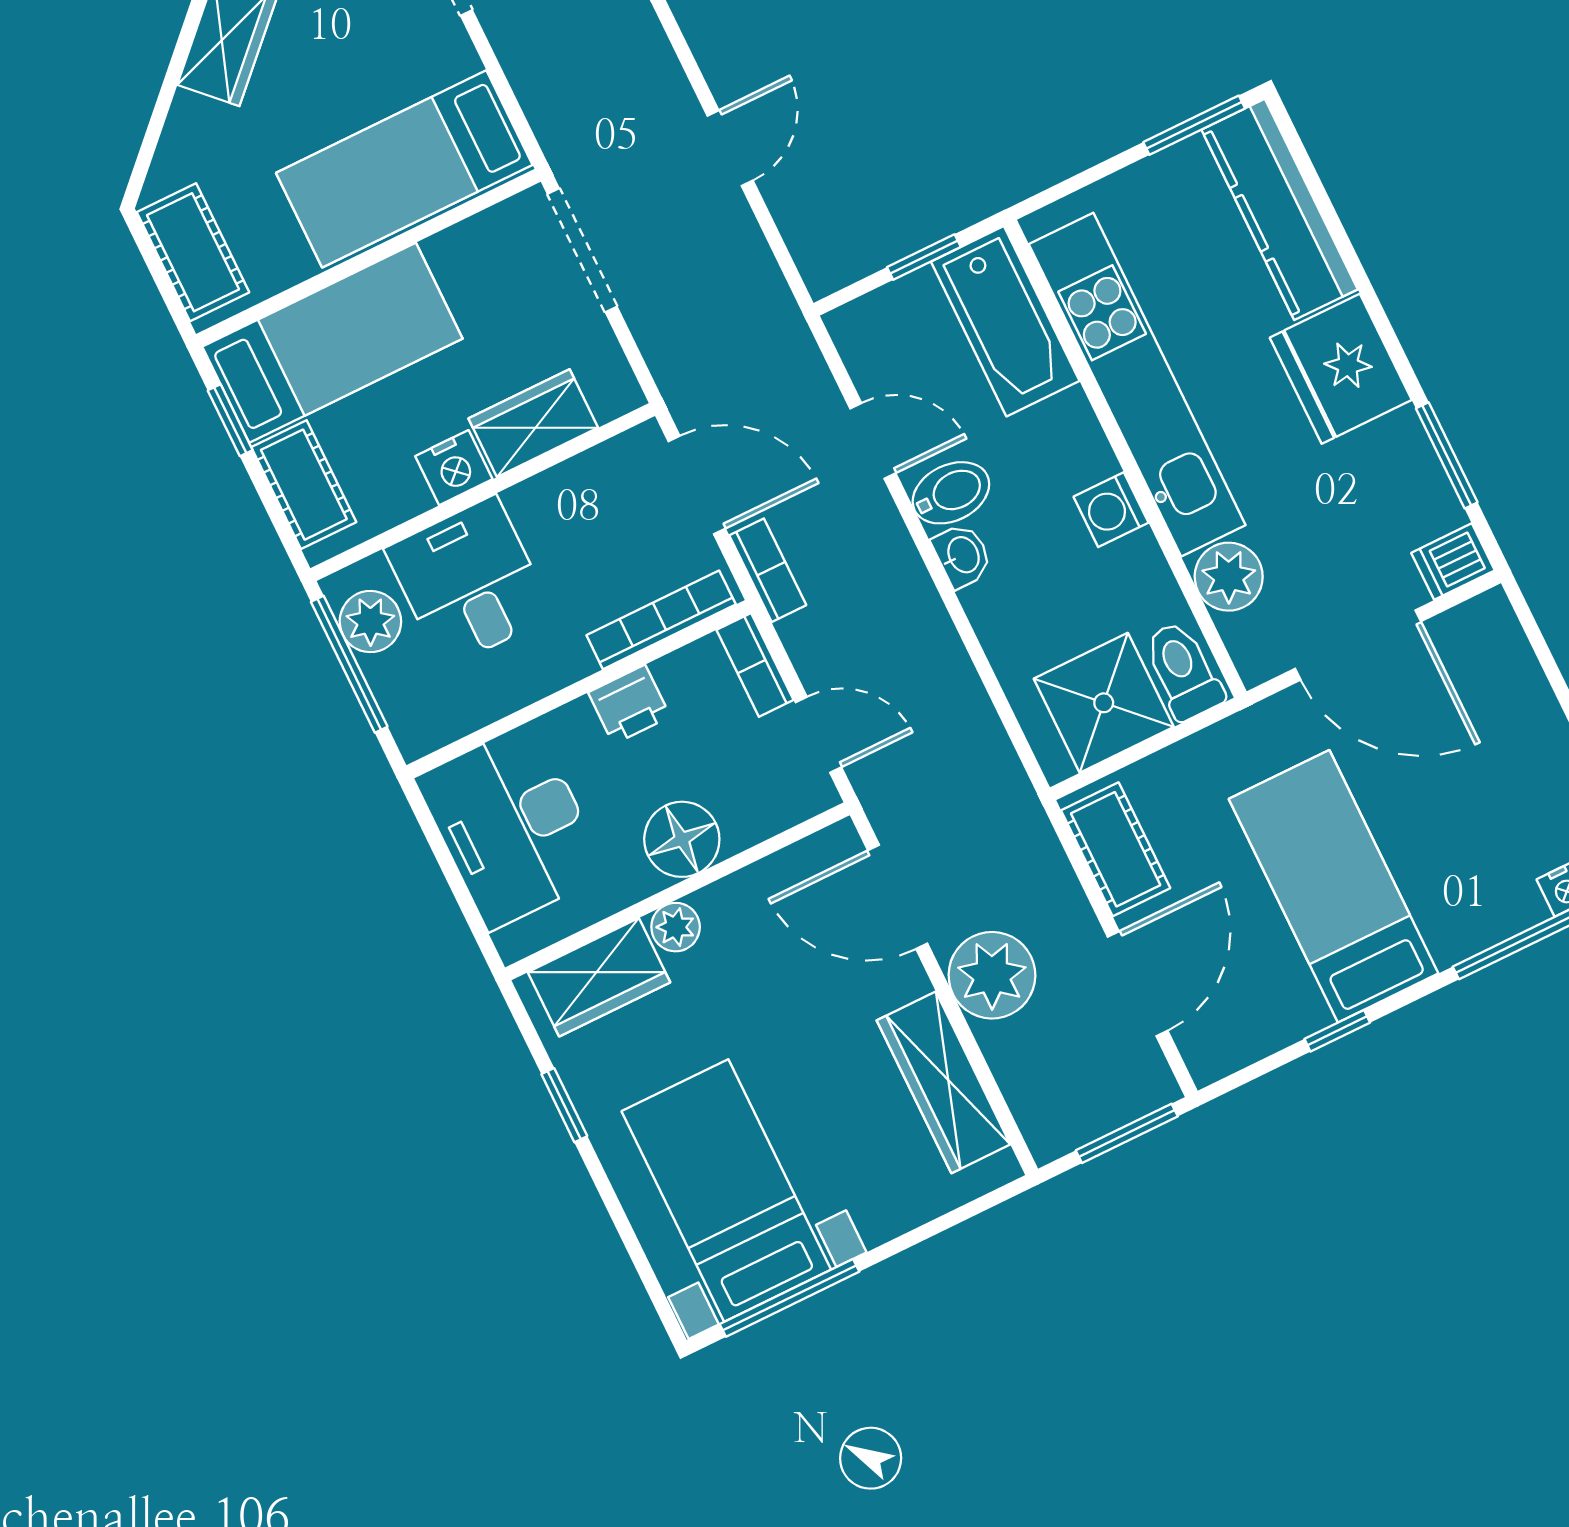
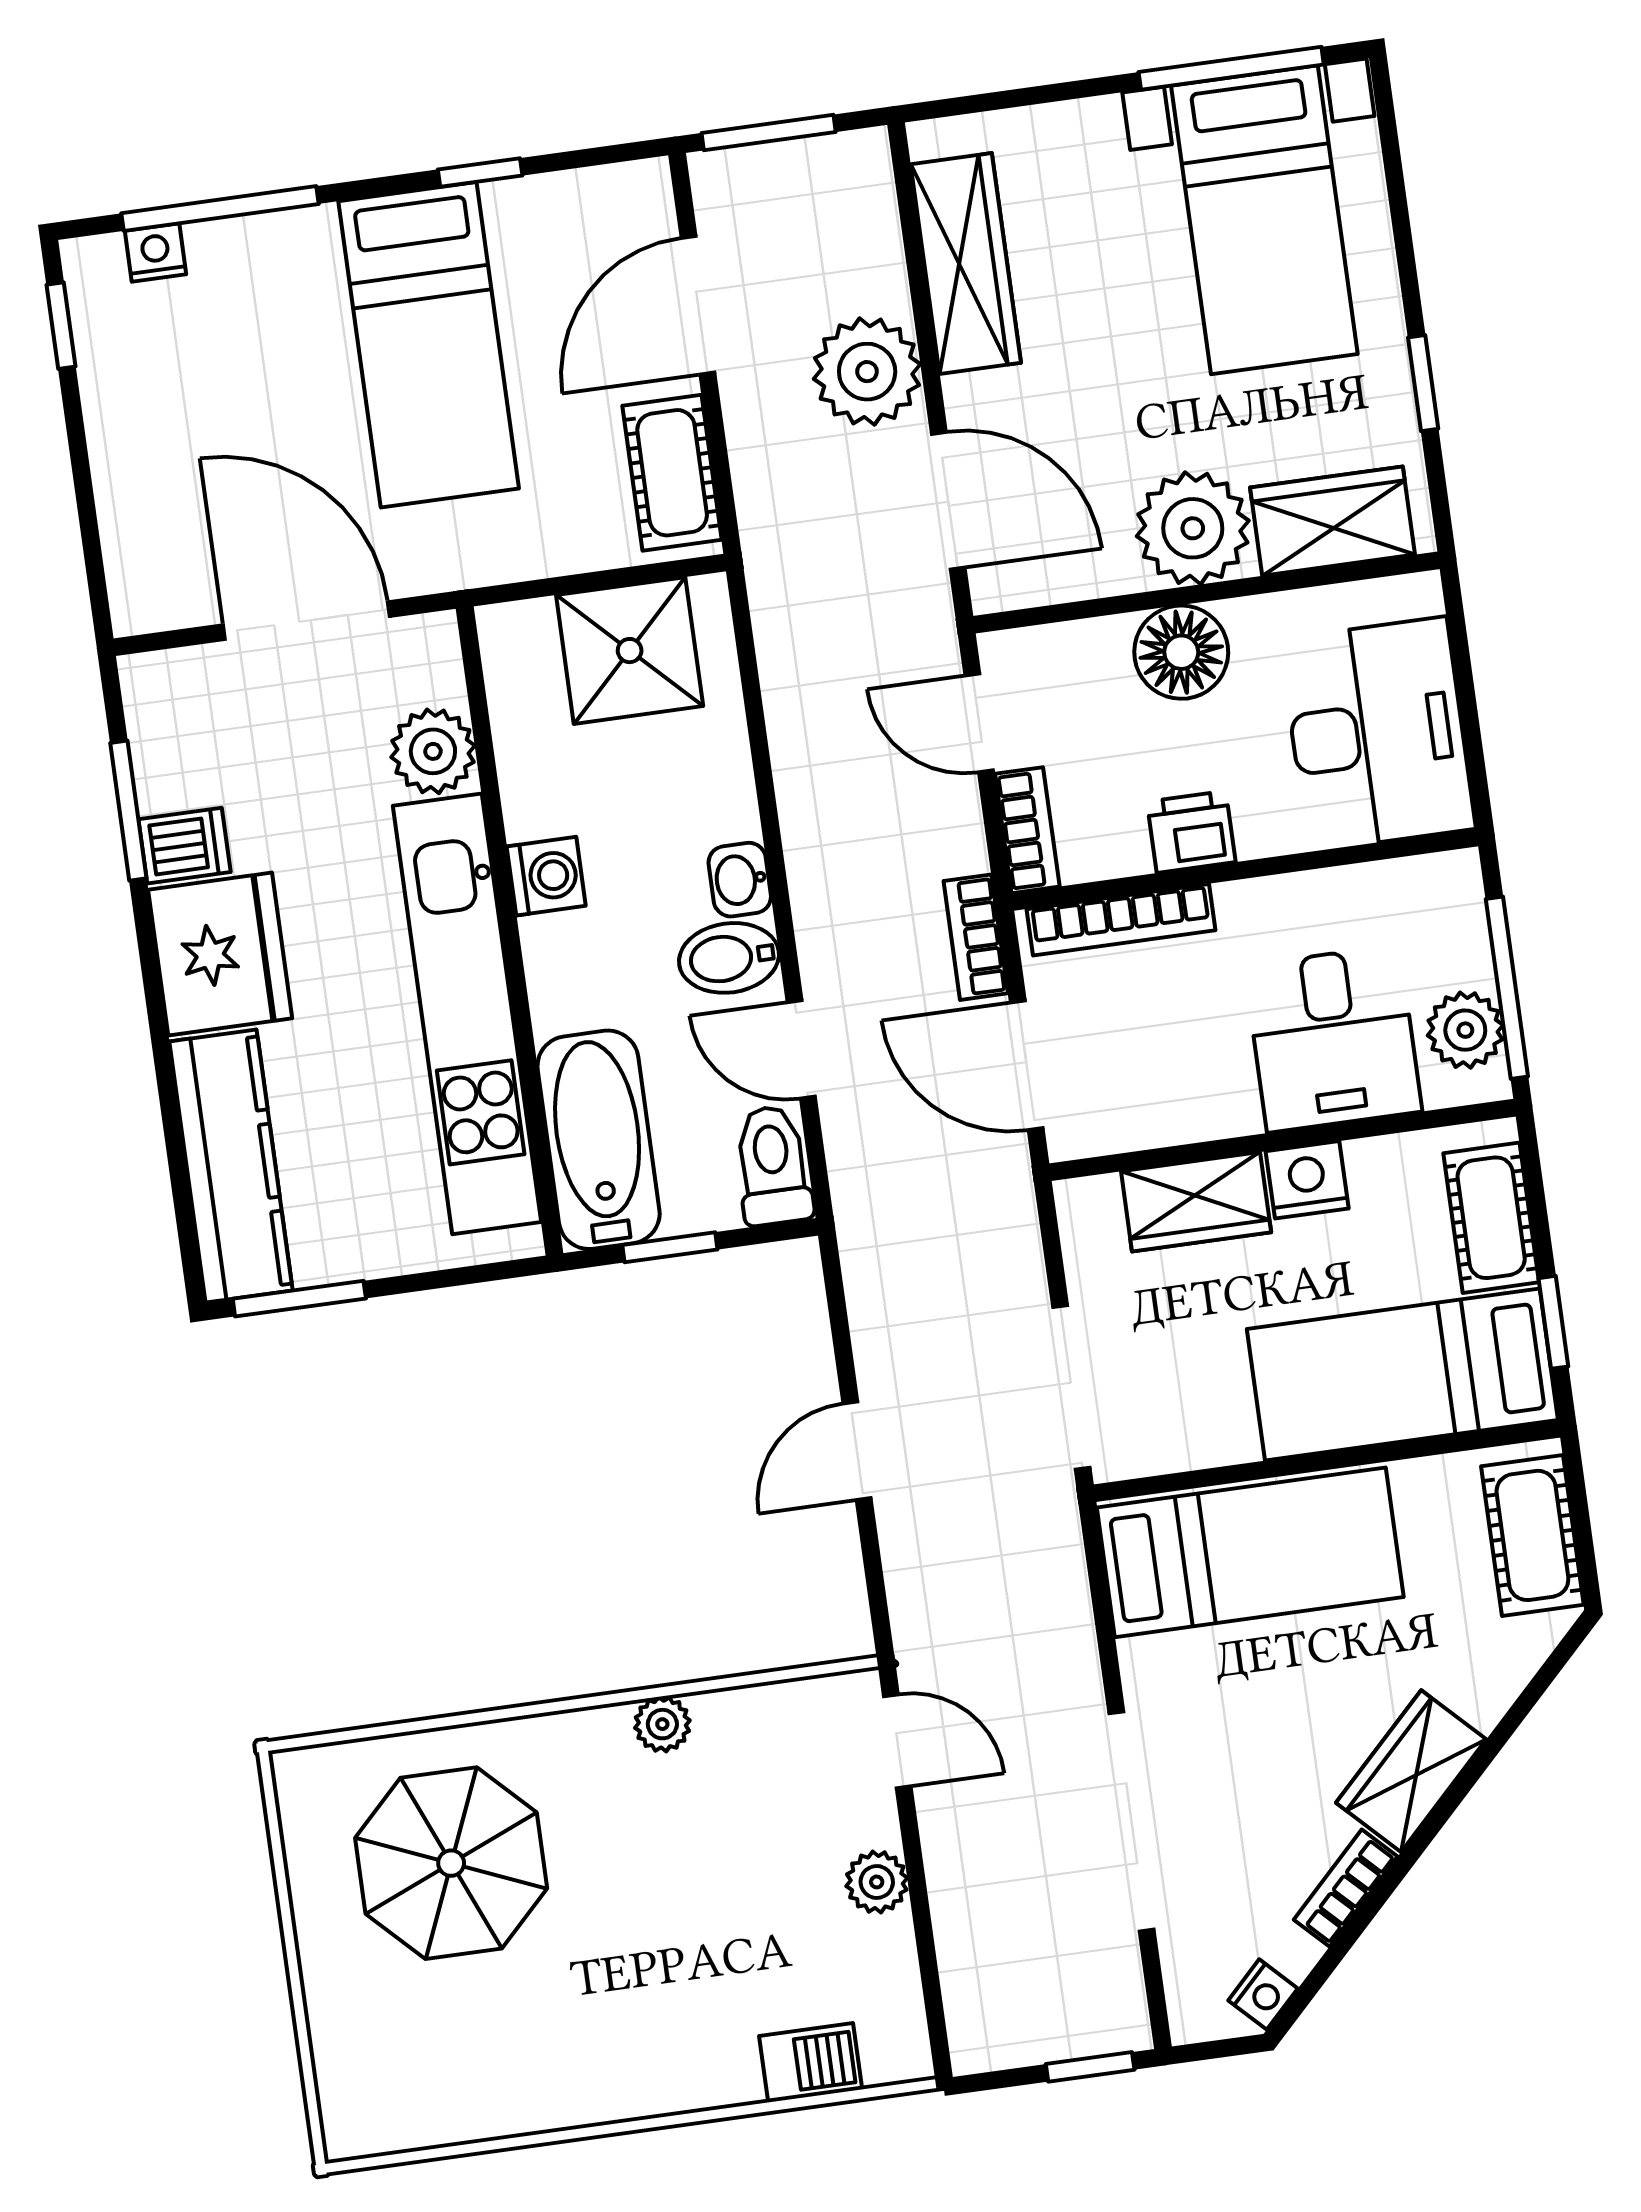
dishwasher: (1453, 562) -> (185, 846), moved
toilet: (1183, 671) -> (773, 1165), moved, turned 180
plant: (676, 927) -> (1193, 528), width x1.88, depth x1.88

